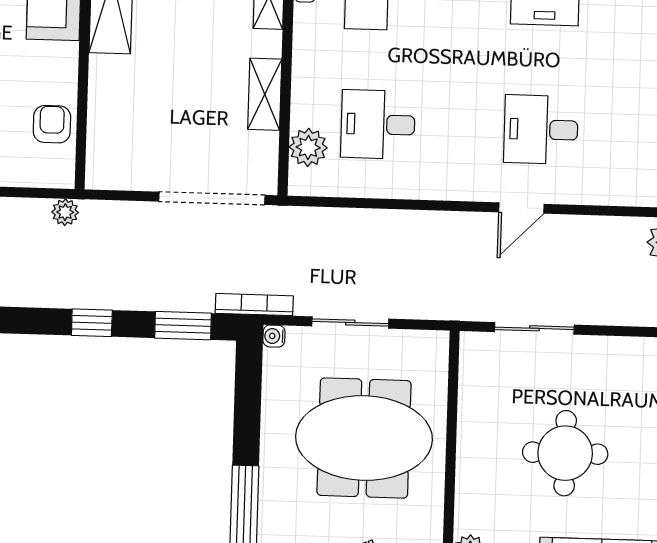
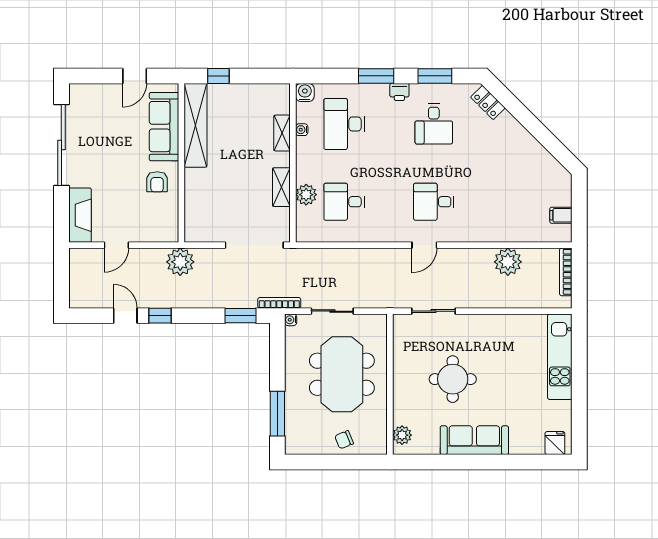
armchair: (52, 124) -> (157, 182), moved, turned 180
plant: (308, 147) -> (306, 195), moved
plant: (65, 212) -> (180, 262), width x1.87, depth x1.87
window: (92, 323) -> (160, 316), moved
meeting table: (364, 438) -> (342, 374), turned 90

